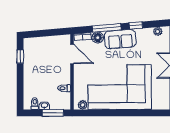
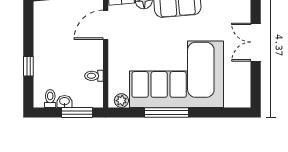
door: (72, 54) -> (106, 25), swing flipped
window: (20, 57) -> (28, 66), moved
window: (113, 113) -> (166, 112), added

